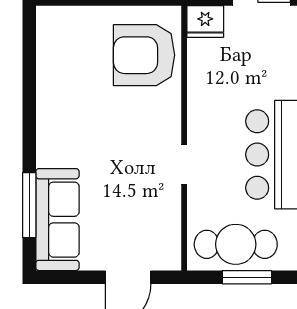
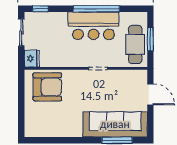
armchair: (144, 55) -> (47, 87), turned -90
sofa: (57, 220) -> (115, 124), width x1.36, depth x1.27

